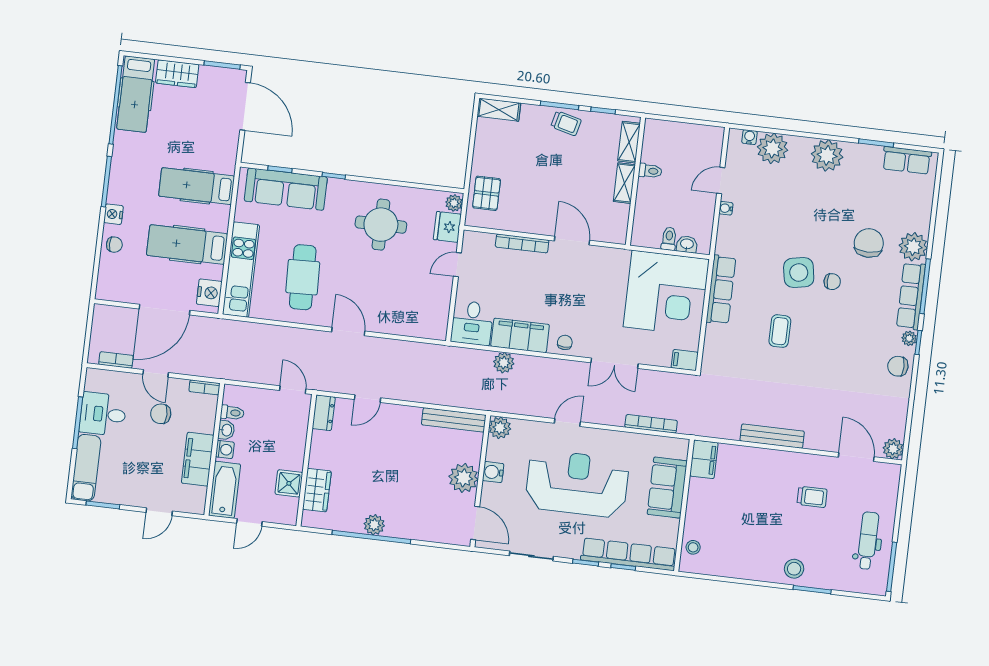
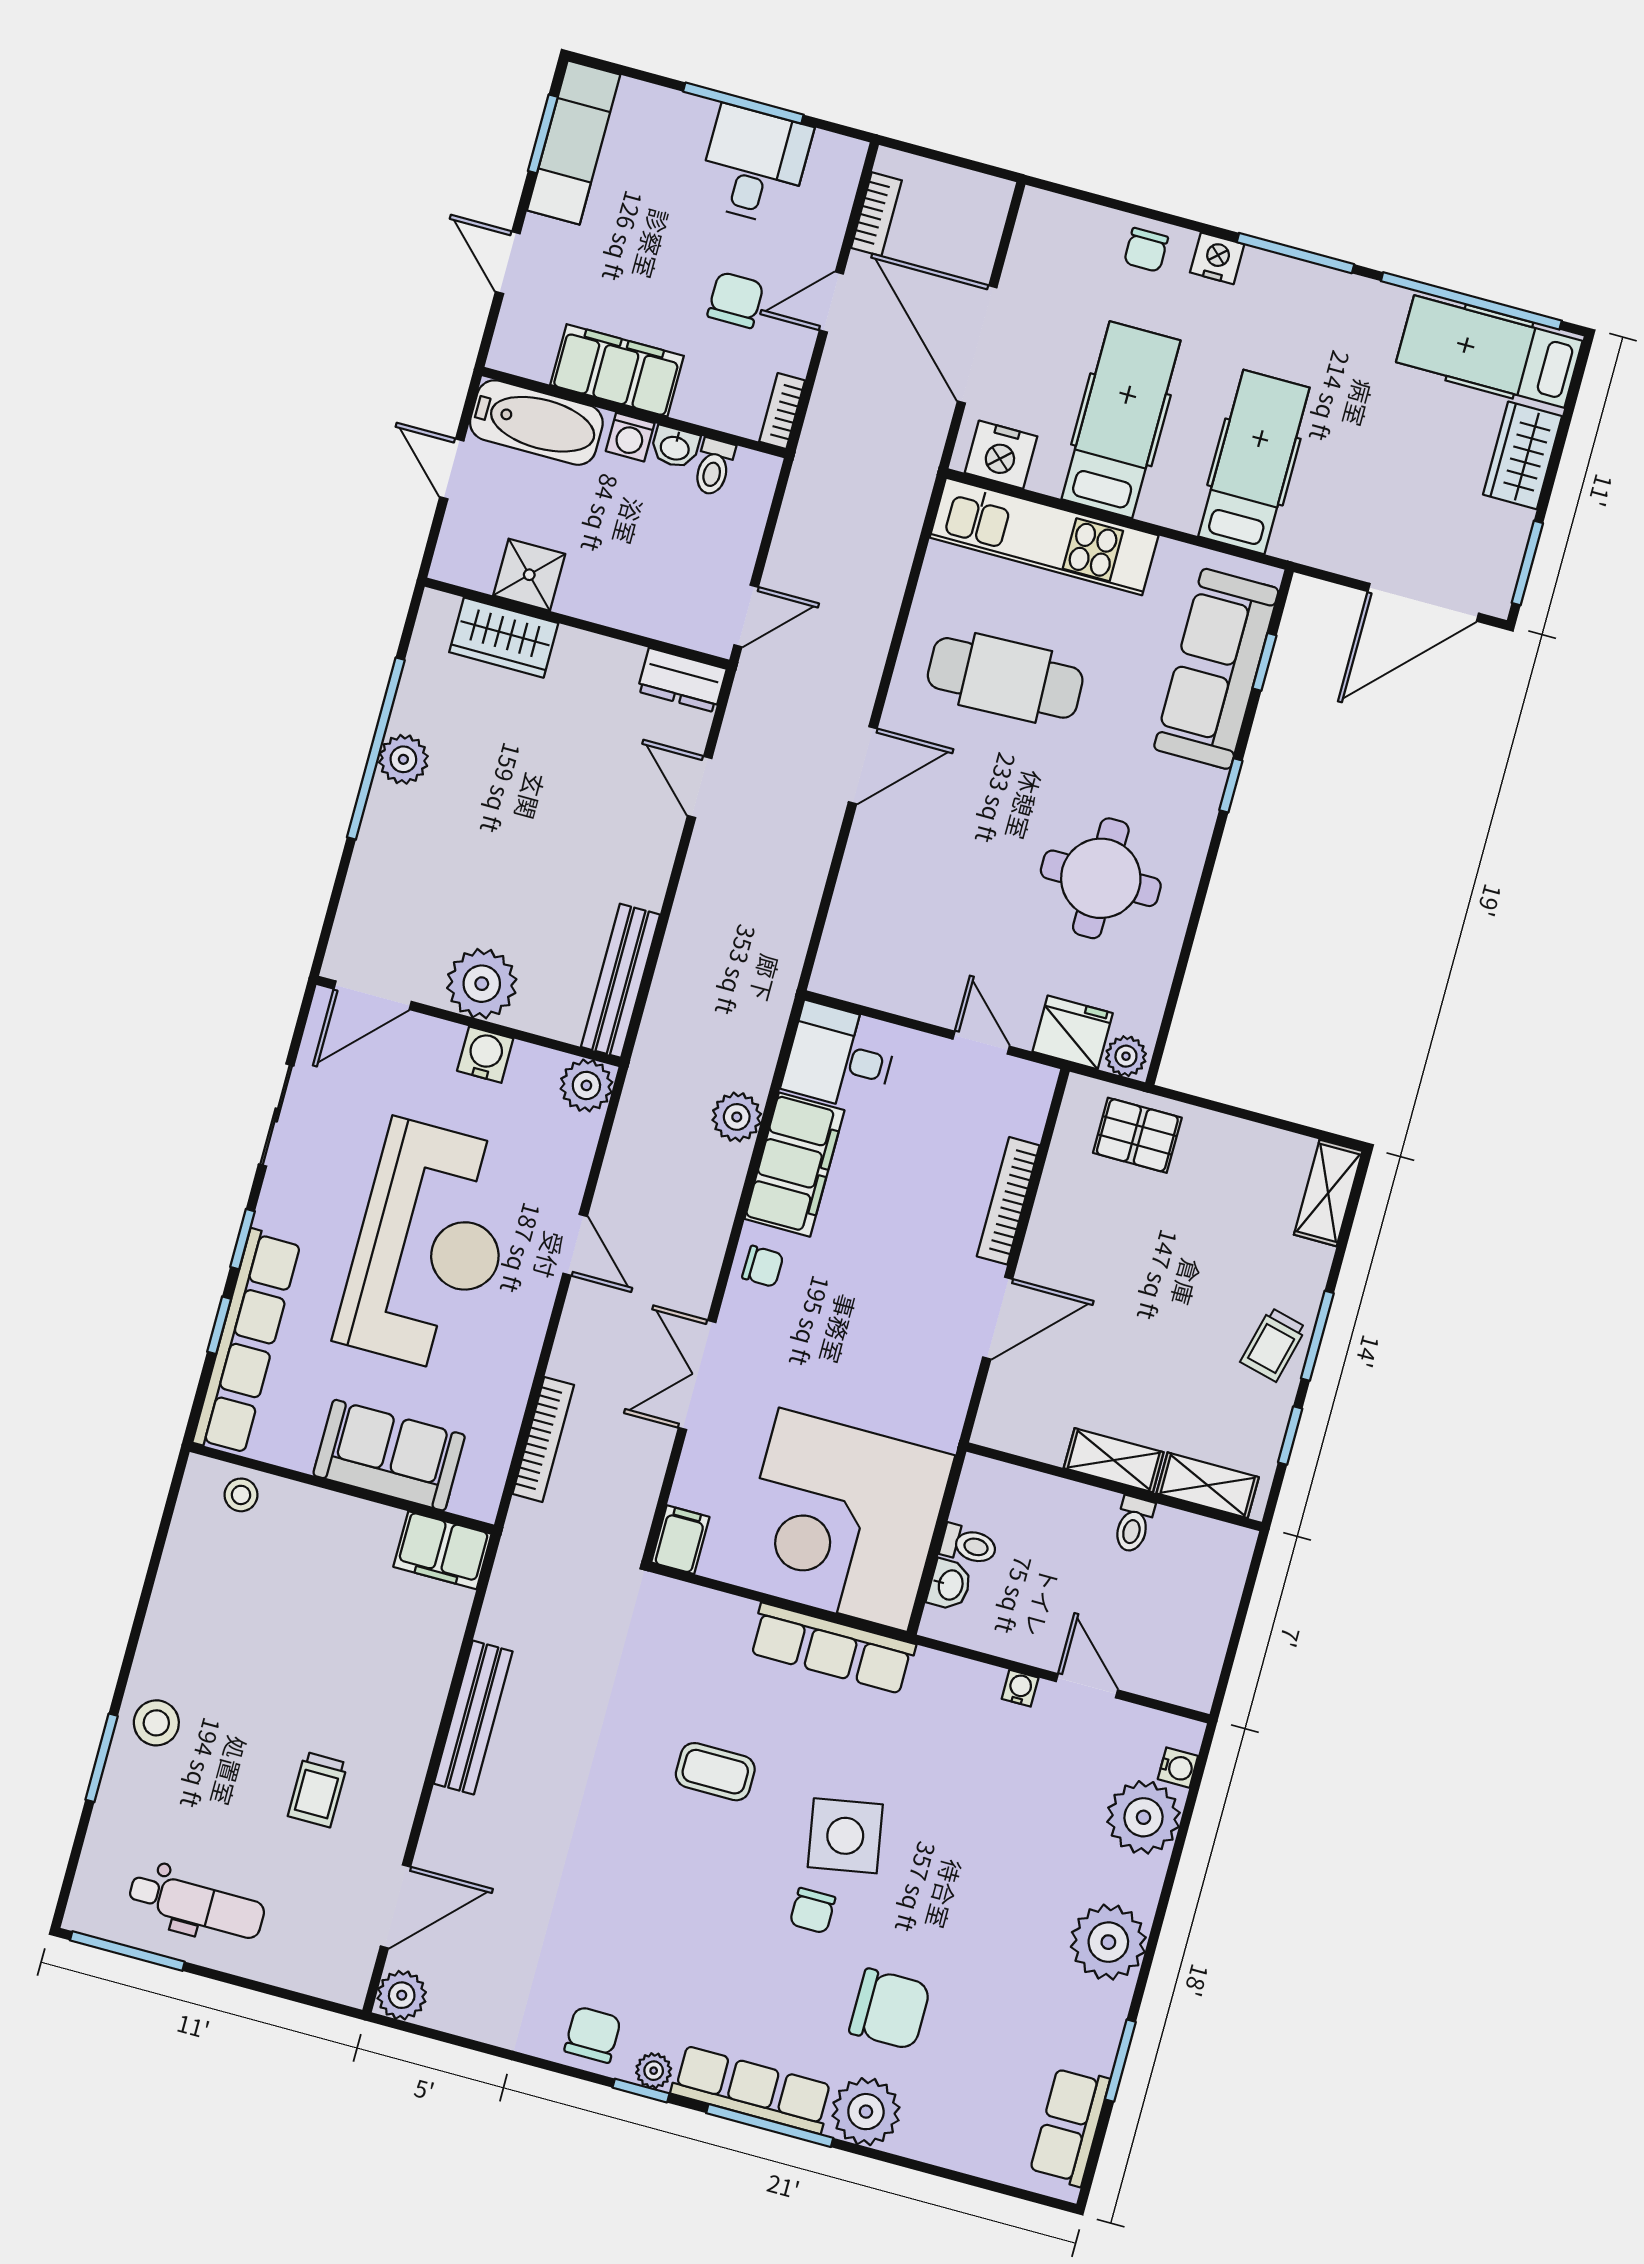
exam couch: (86, 468) -> (574, 143), moved, turned -90

